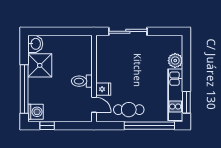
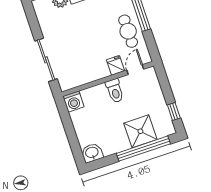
shower: (40, 65) -> (140, 131), moved
washing machine: (36, 112) -> (73, 102), moved, turned 180

